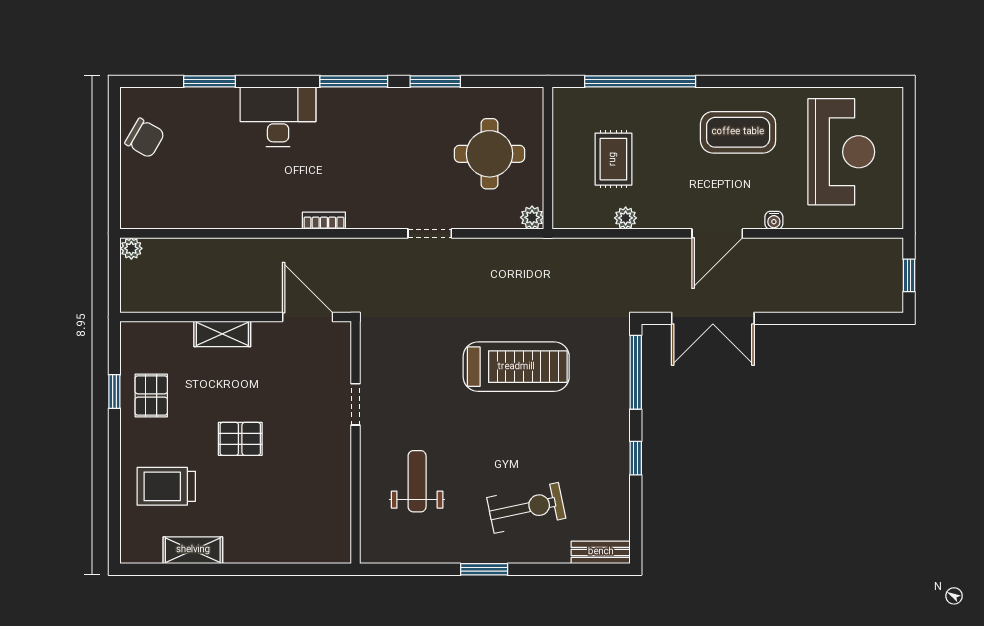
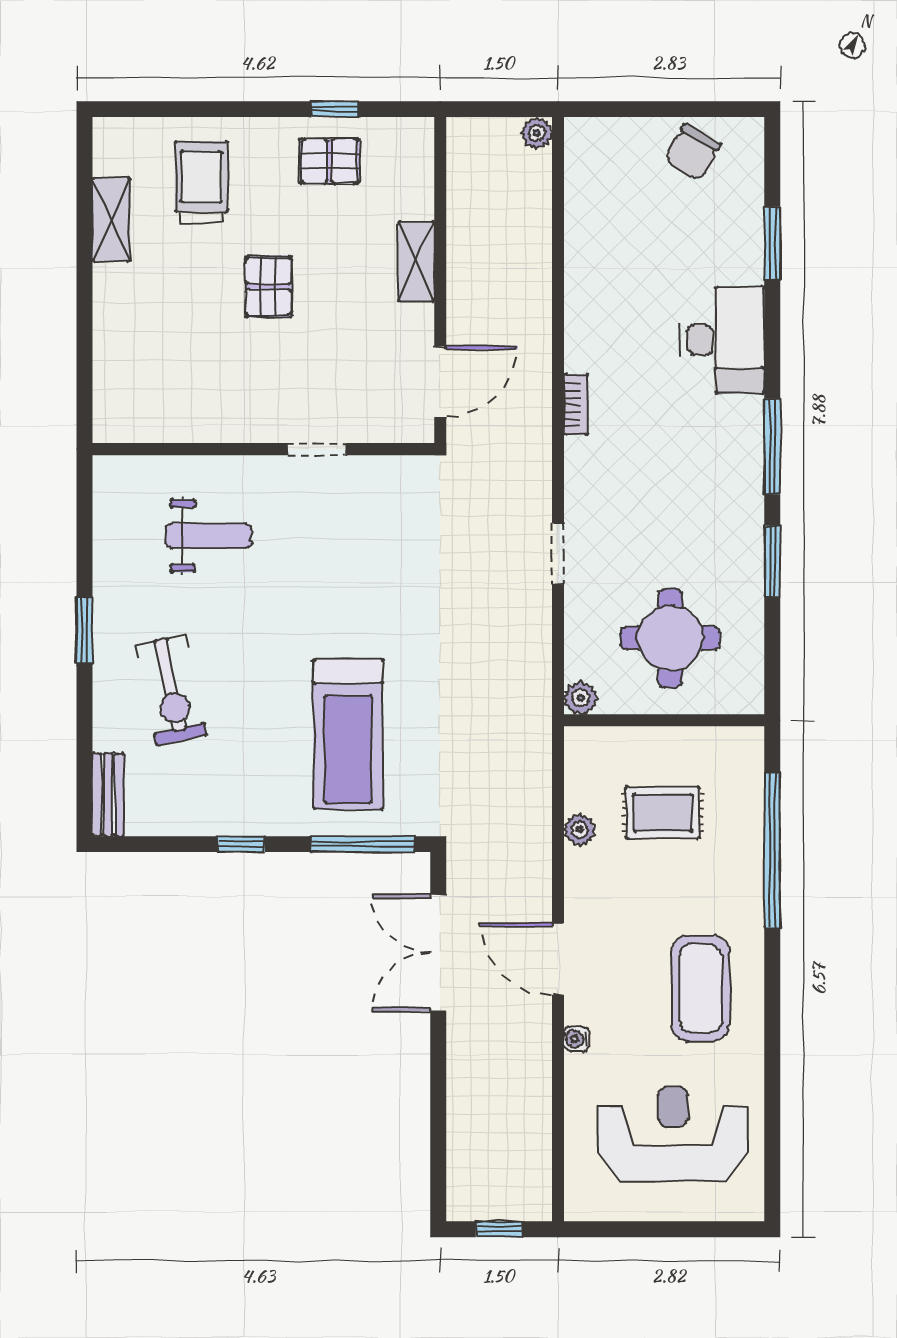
reception desk: (841, 152) -> (673, 1134), turned 180
treadmill: (516, 367) -> (348, 734), moved

